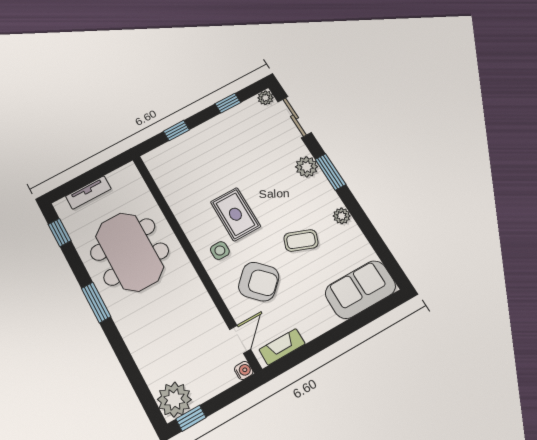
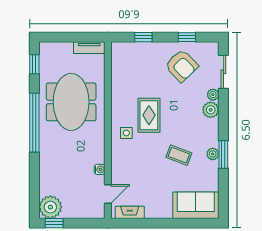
plant: (265, 98) -> (213, 95), moved
window: (330, 172) -> (223, 155), moved
tv unit: (88, 193) -> (89, 48), moved
armchair: (259, 282) -> (182, 66), moved
window: (96, 302) -> (34, 123), width x2.11
water cooler: (244, 370) -> (100, 169), moved

